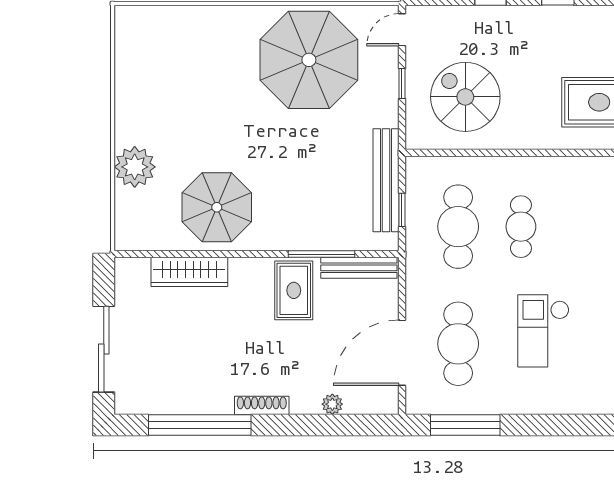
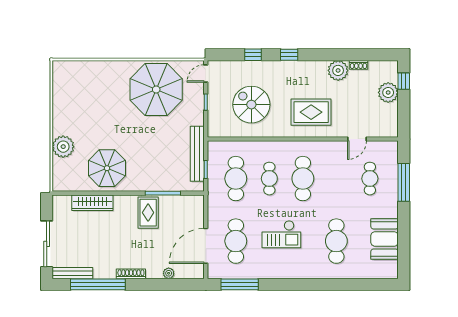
spiral stairs: (465, 97) -> (251, 105), moved
cafe table: (584, 227) -> (303, 179), added
bench: (359, 268) -> (72, 273), moved
checkout: (543, 331) -> (281, 234), turned -90

